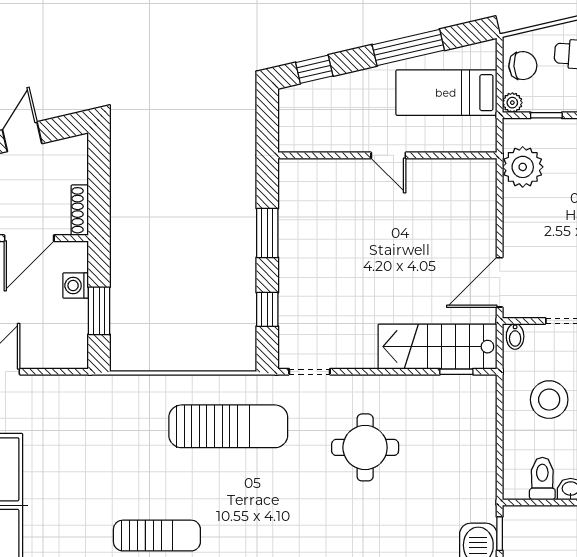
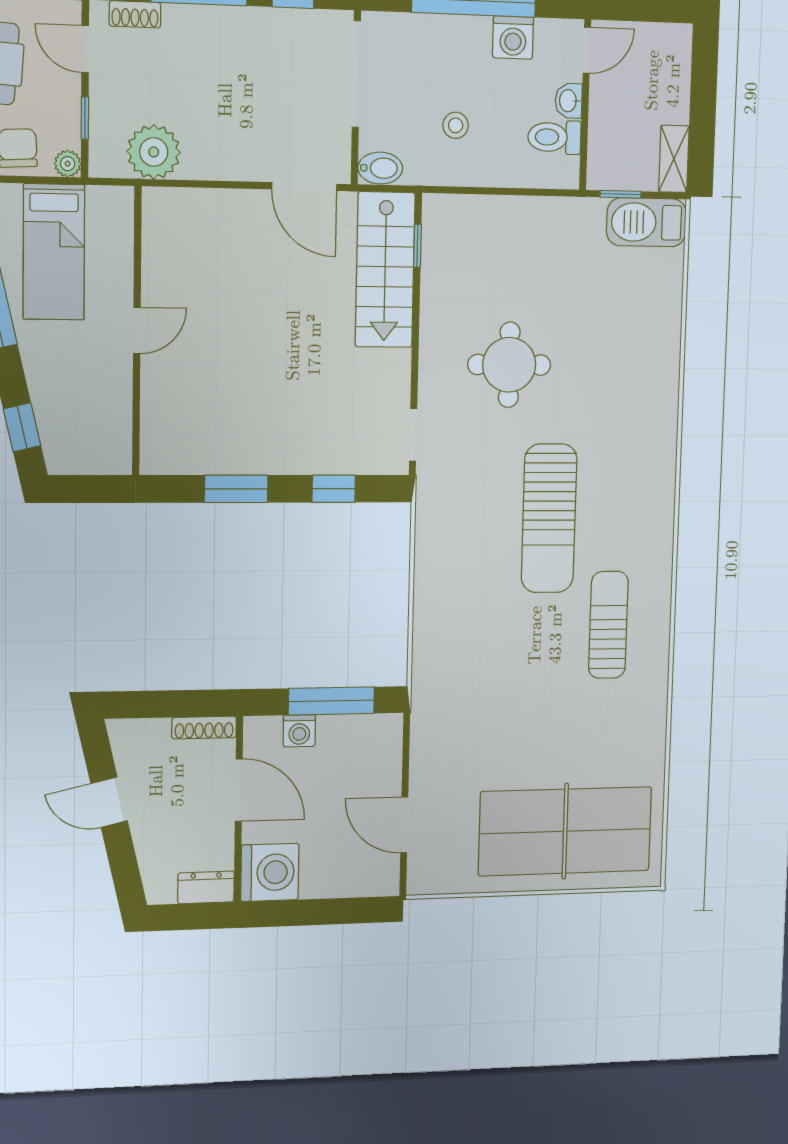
window: (99, 311) -> (331, 701), width x1.44
bidet: (515, 336) -> (380, 168), width x1.38, depth x1.36
stool: (549, 400) -> (456, 125), width x0.53, depth x0.53
sun lounger: (228, 426) -> (549, 518), moved, turned 180

